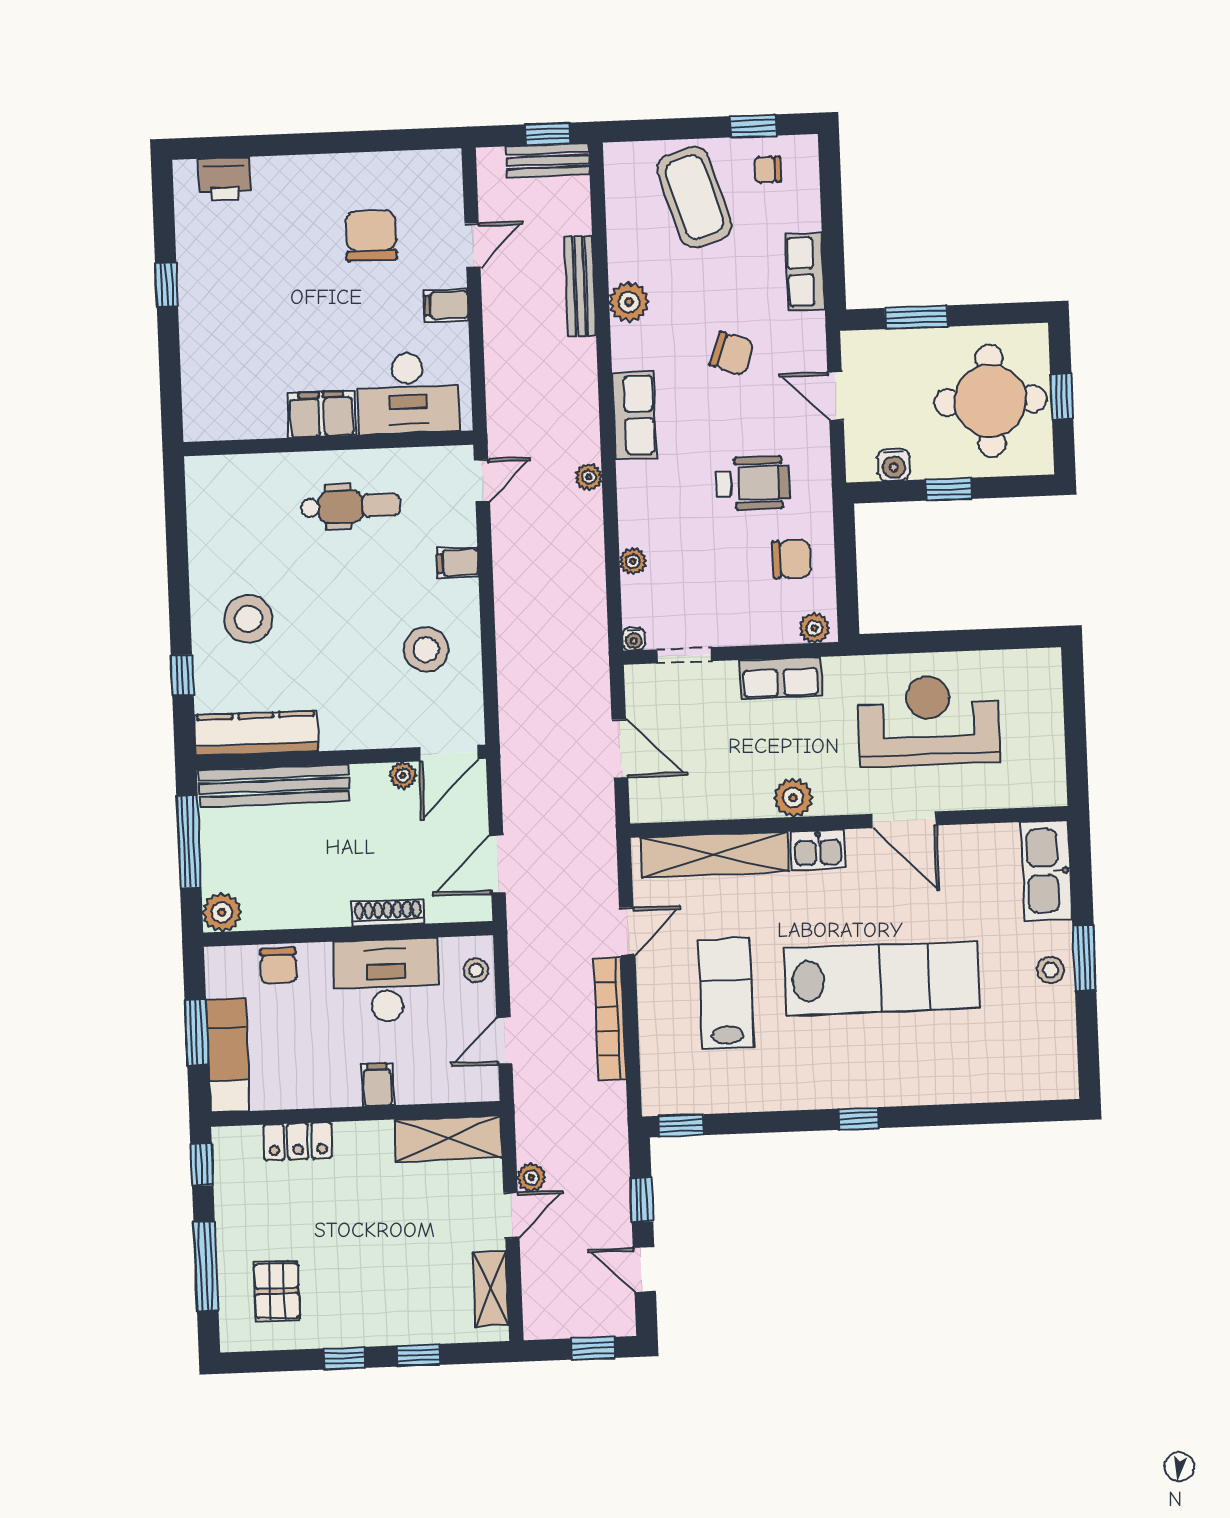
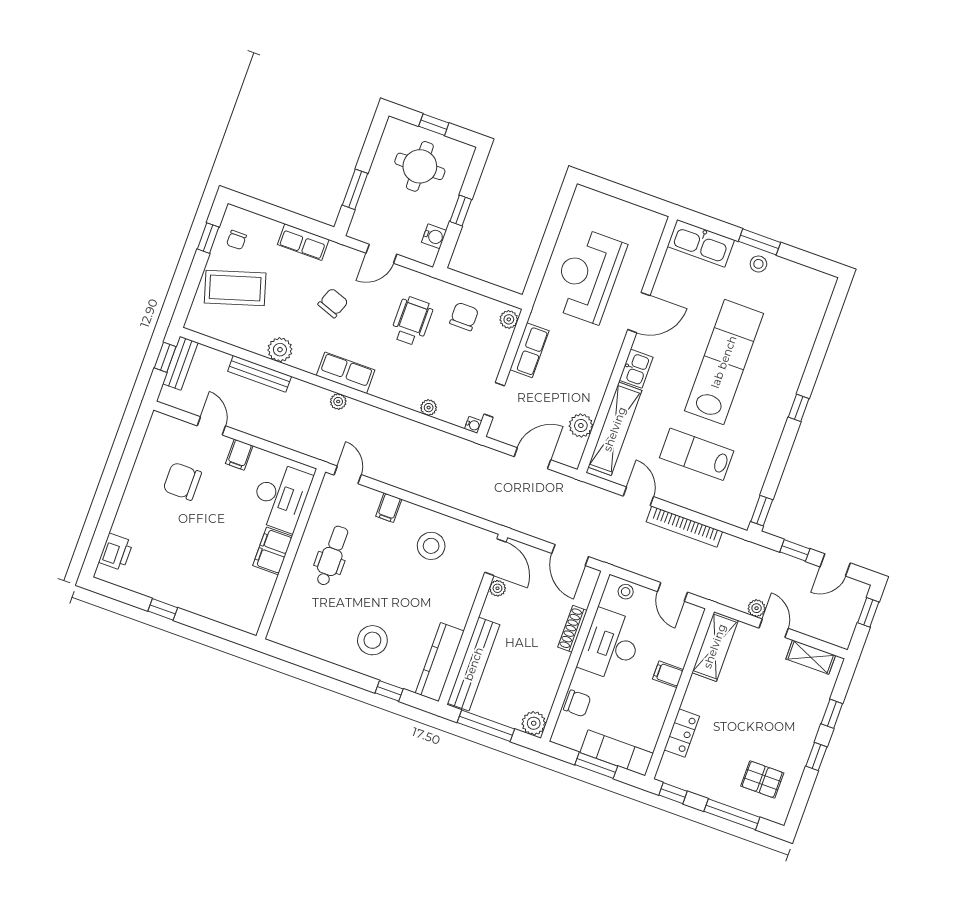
round table: (990, 401) -> (420, 166), width x0.73, depth x0.73
plant: (589, 477) -> (338, 402), moved
plant: (793, 798) -> (581, 426), moved

